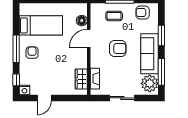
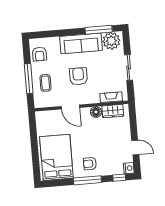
floor lamp: (82, 21) -> (96, 112), moved
bed: (41, 25) -> (56, 157), width x1.50
window: (161, 35) -> (61, 33), removed

